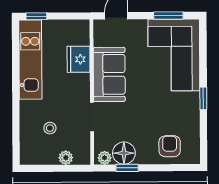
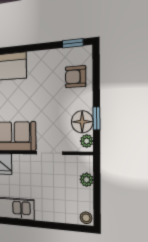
window: (203, 98) -> (73, 43), moved
stool: (50, 128) -> (86, 218), moved

